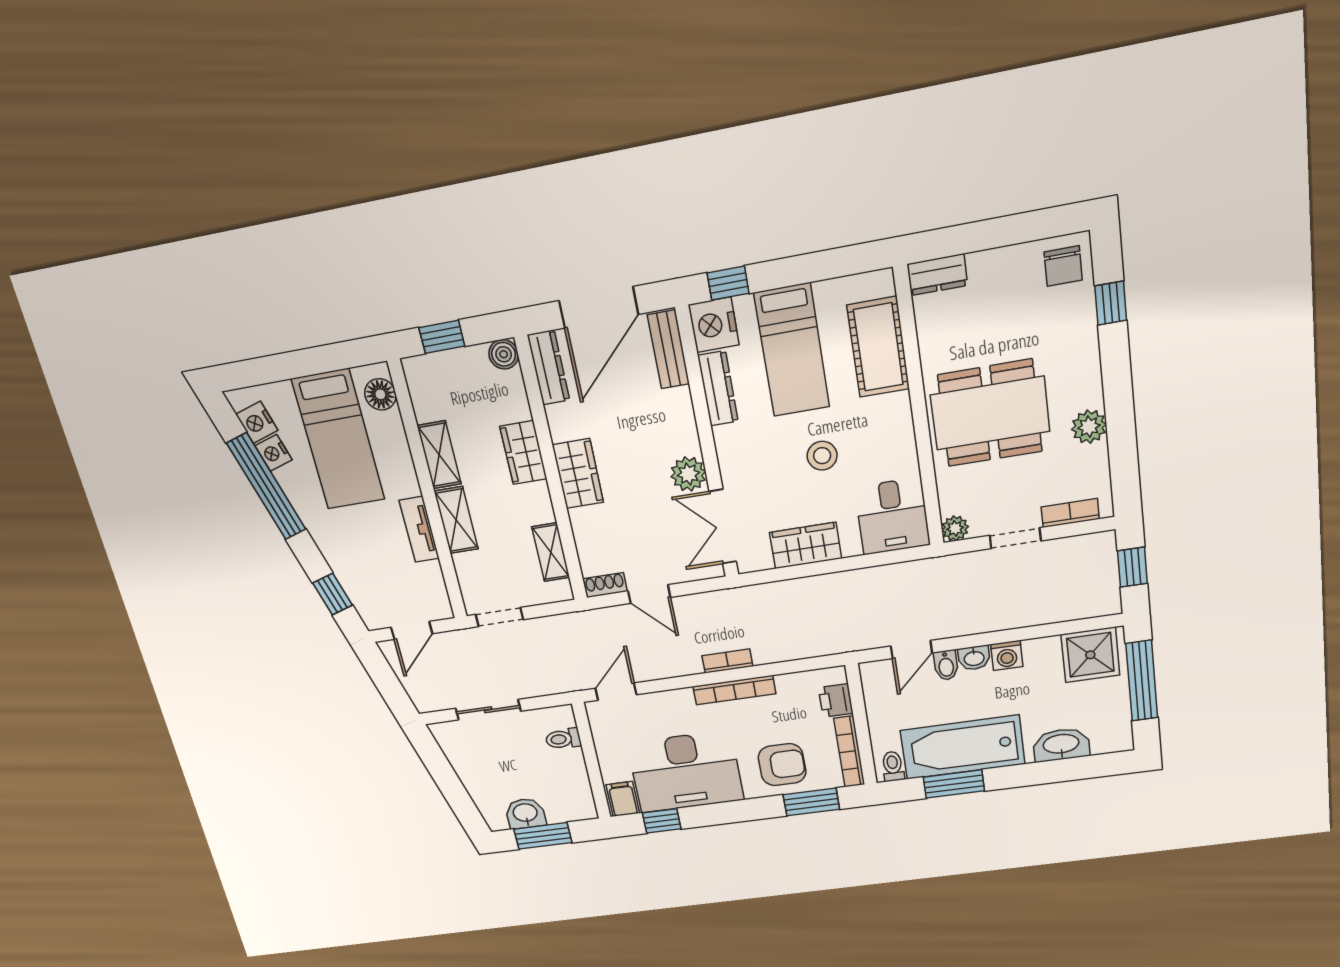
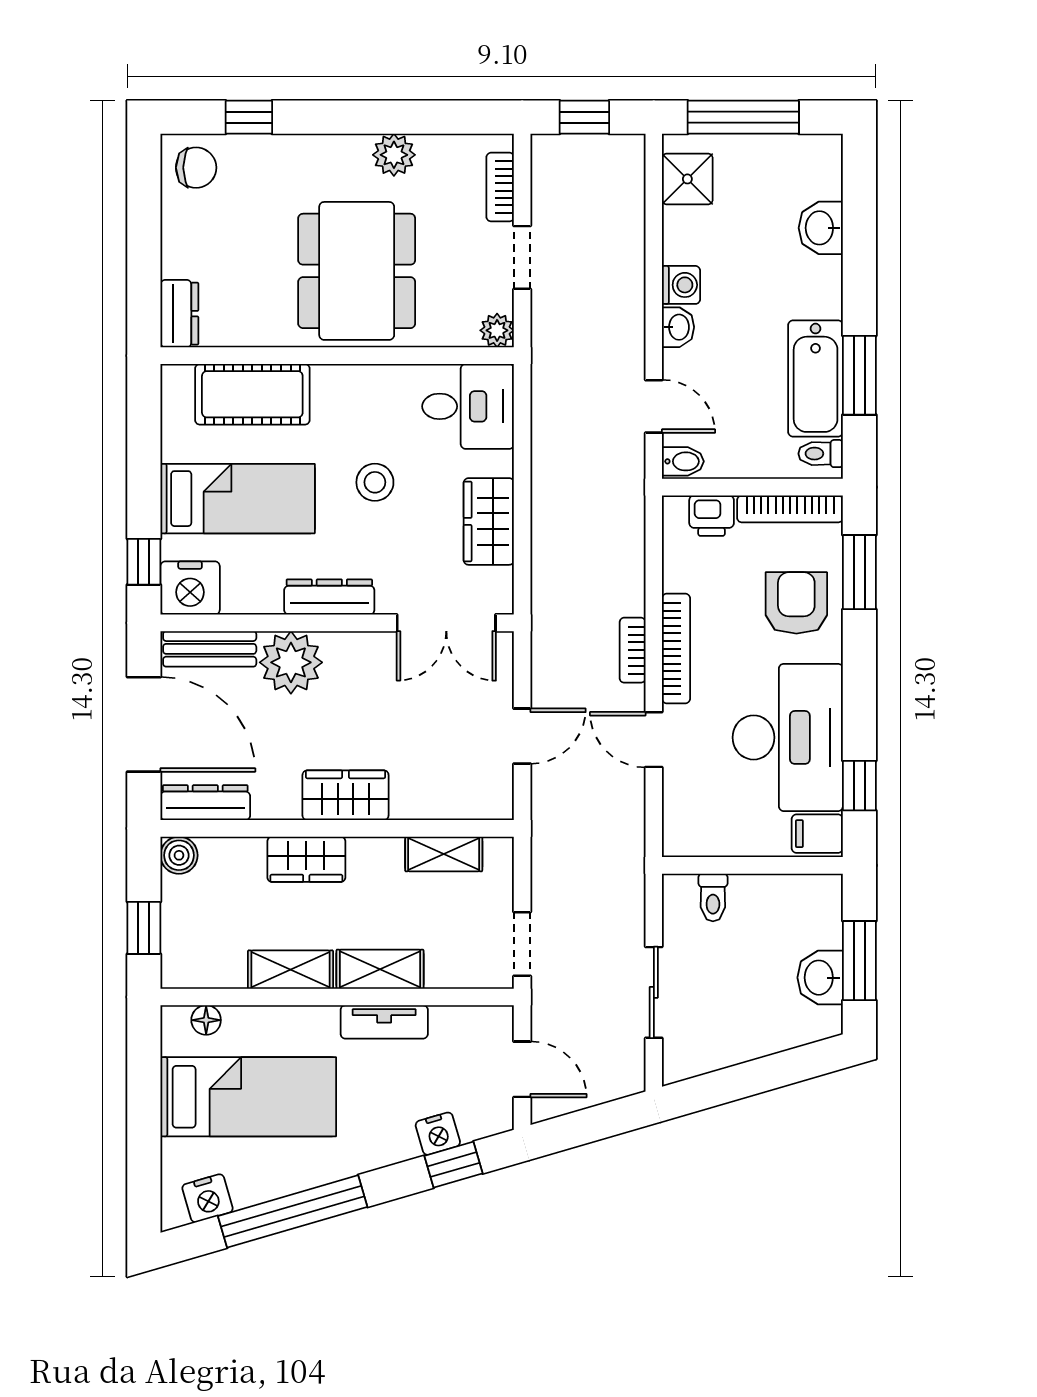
dresser: (718, 388) -> (329, 597), moved
floor lamp: (380, 394) -> (206, 1020), width x0.73, depth x0.73
nightstand: (274, 453) -> (438, 1134), moved
plant: (688, 474) -> (291, 662), moved, width x1.36, depth x1.36
shoe rack: (605, 585) -> (500, 792), removed
shower: (1090, 655) -> (687, 179), width x0.73, depth x0.73
bidet: (946, 665) -> (683, 461), moved
door: (616, 692) -> (654, 740), moved
washbasin: (1061, 745) -> (821, 228), width x0.72
bathtub: (962, 747) -> (816, 379), width x0.73, depth x0.73

